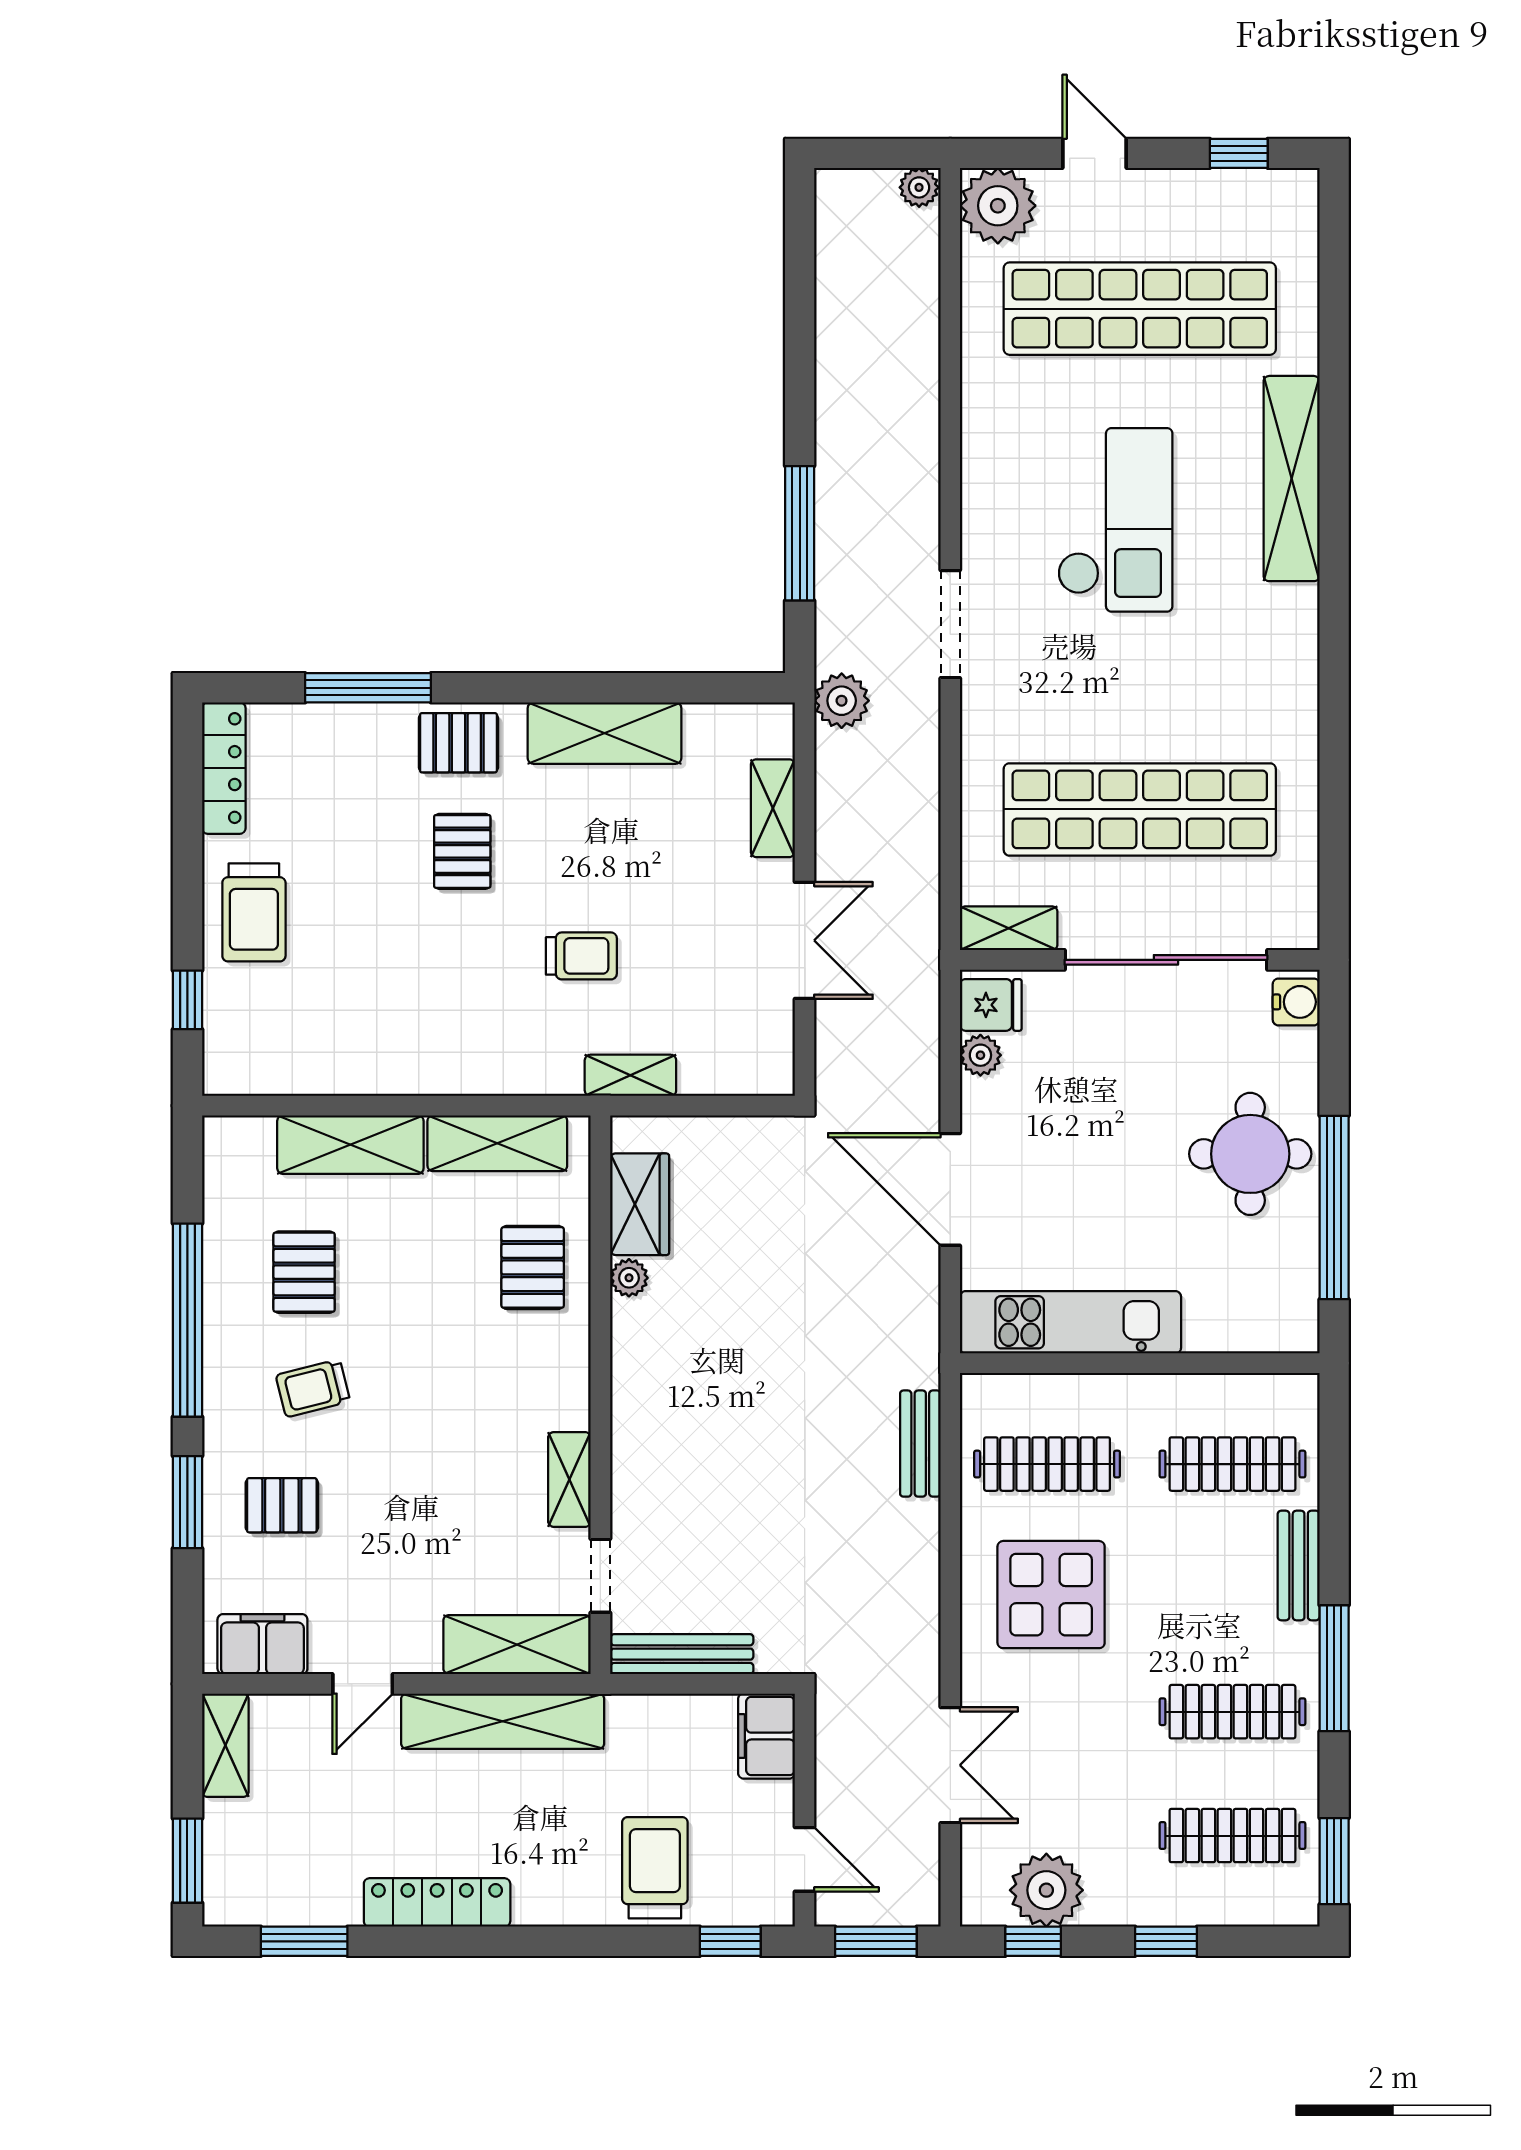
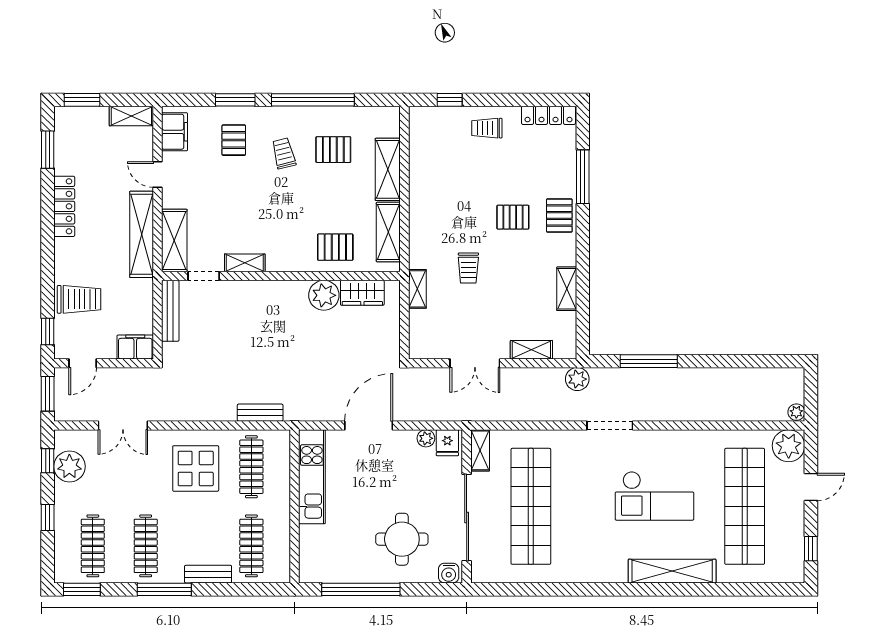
shelving: (604, 733) -> (567, 289), width x0.67, depth x0.75
trolley: (254, 912) -> (487, 128), width x0.73, depth x0.72
round table: (1250, 1154) -> (402, 539), moved
plant: (629, 1278) -> (324, 295), width x1.87, depth x1.87

